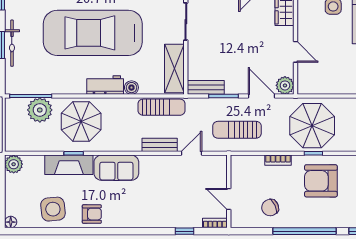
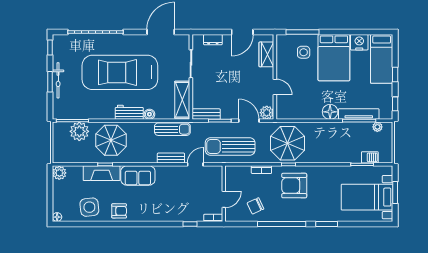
sun lounger: (237, 130) -> (230, 146), width x1.36, depth x1.34
door: (229, 199) -> (224, 199), swing flipped

